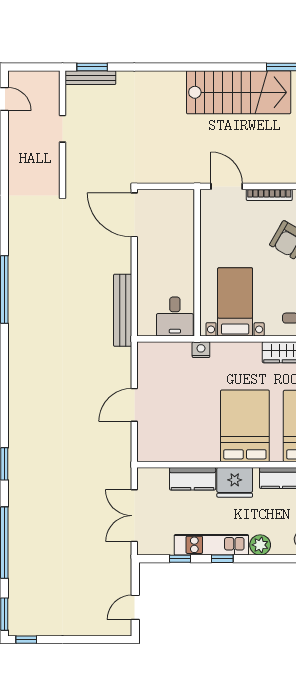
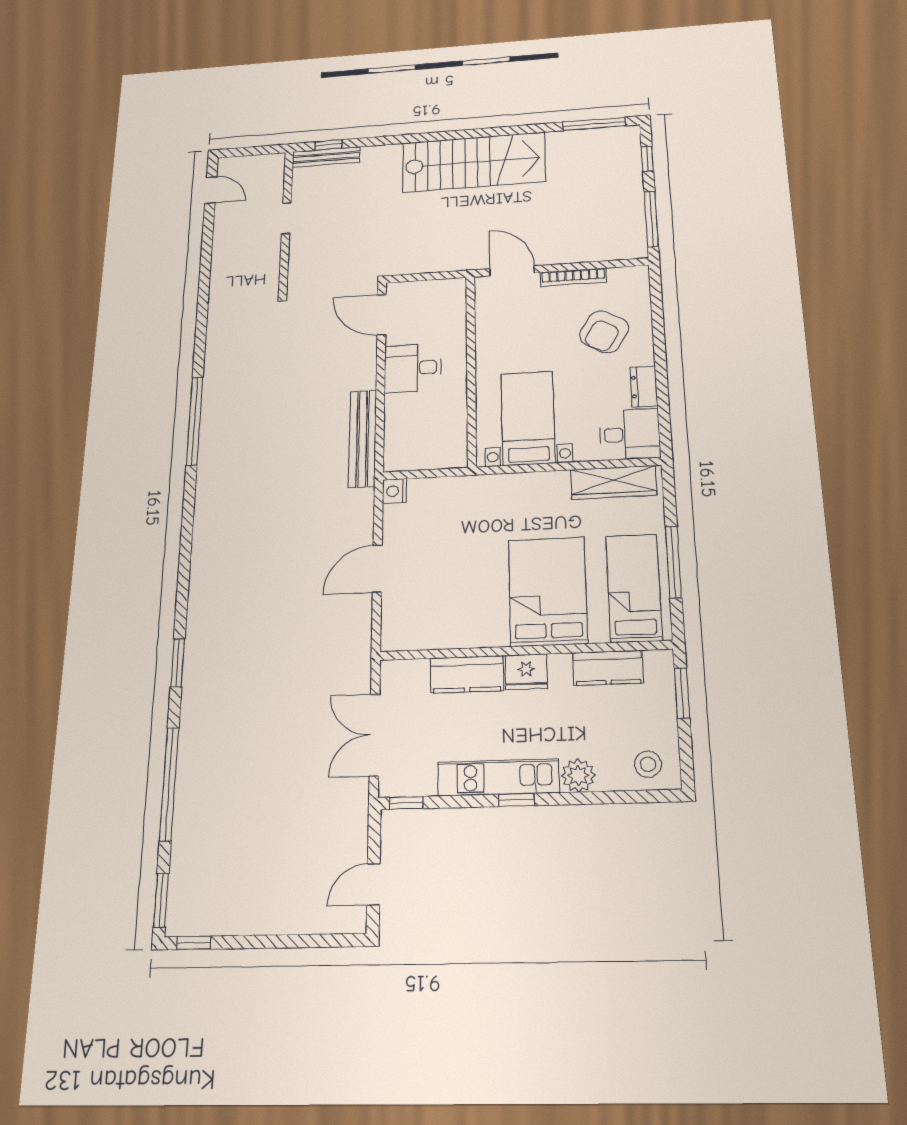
window: (92, 67) -> (329, 145), width x0.67
stairs: (239, 92) -> (474, 162), moved
door: (134, 215) -> (382, 315), width x0.73
desk: (175, 317) -> (413, 368), moved, turned 90
nightstand: (201, 350) -> (395, 491), moved, turned -90
fridge: (235, 482) -> (526, 672), width x0.73, depth x0.75
window: (180, 559) -> (406, 803), moved

